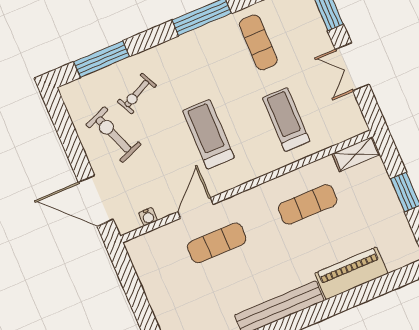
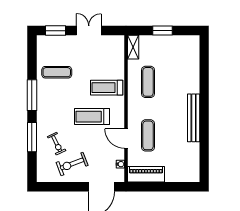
window: (102, 59) -> (32, 137), moved
double door: (352, 67) -> (89, 31), swing flipped
treadmill: (286, 120) -> (107, 88), moved
piano: (351, 273) -> (146, 174), moved, turned 90

